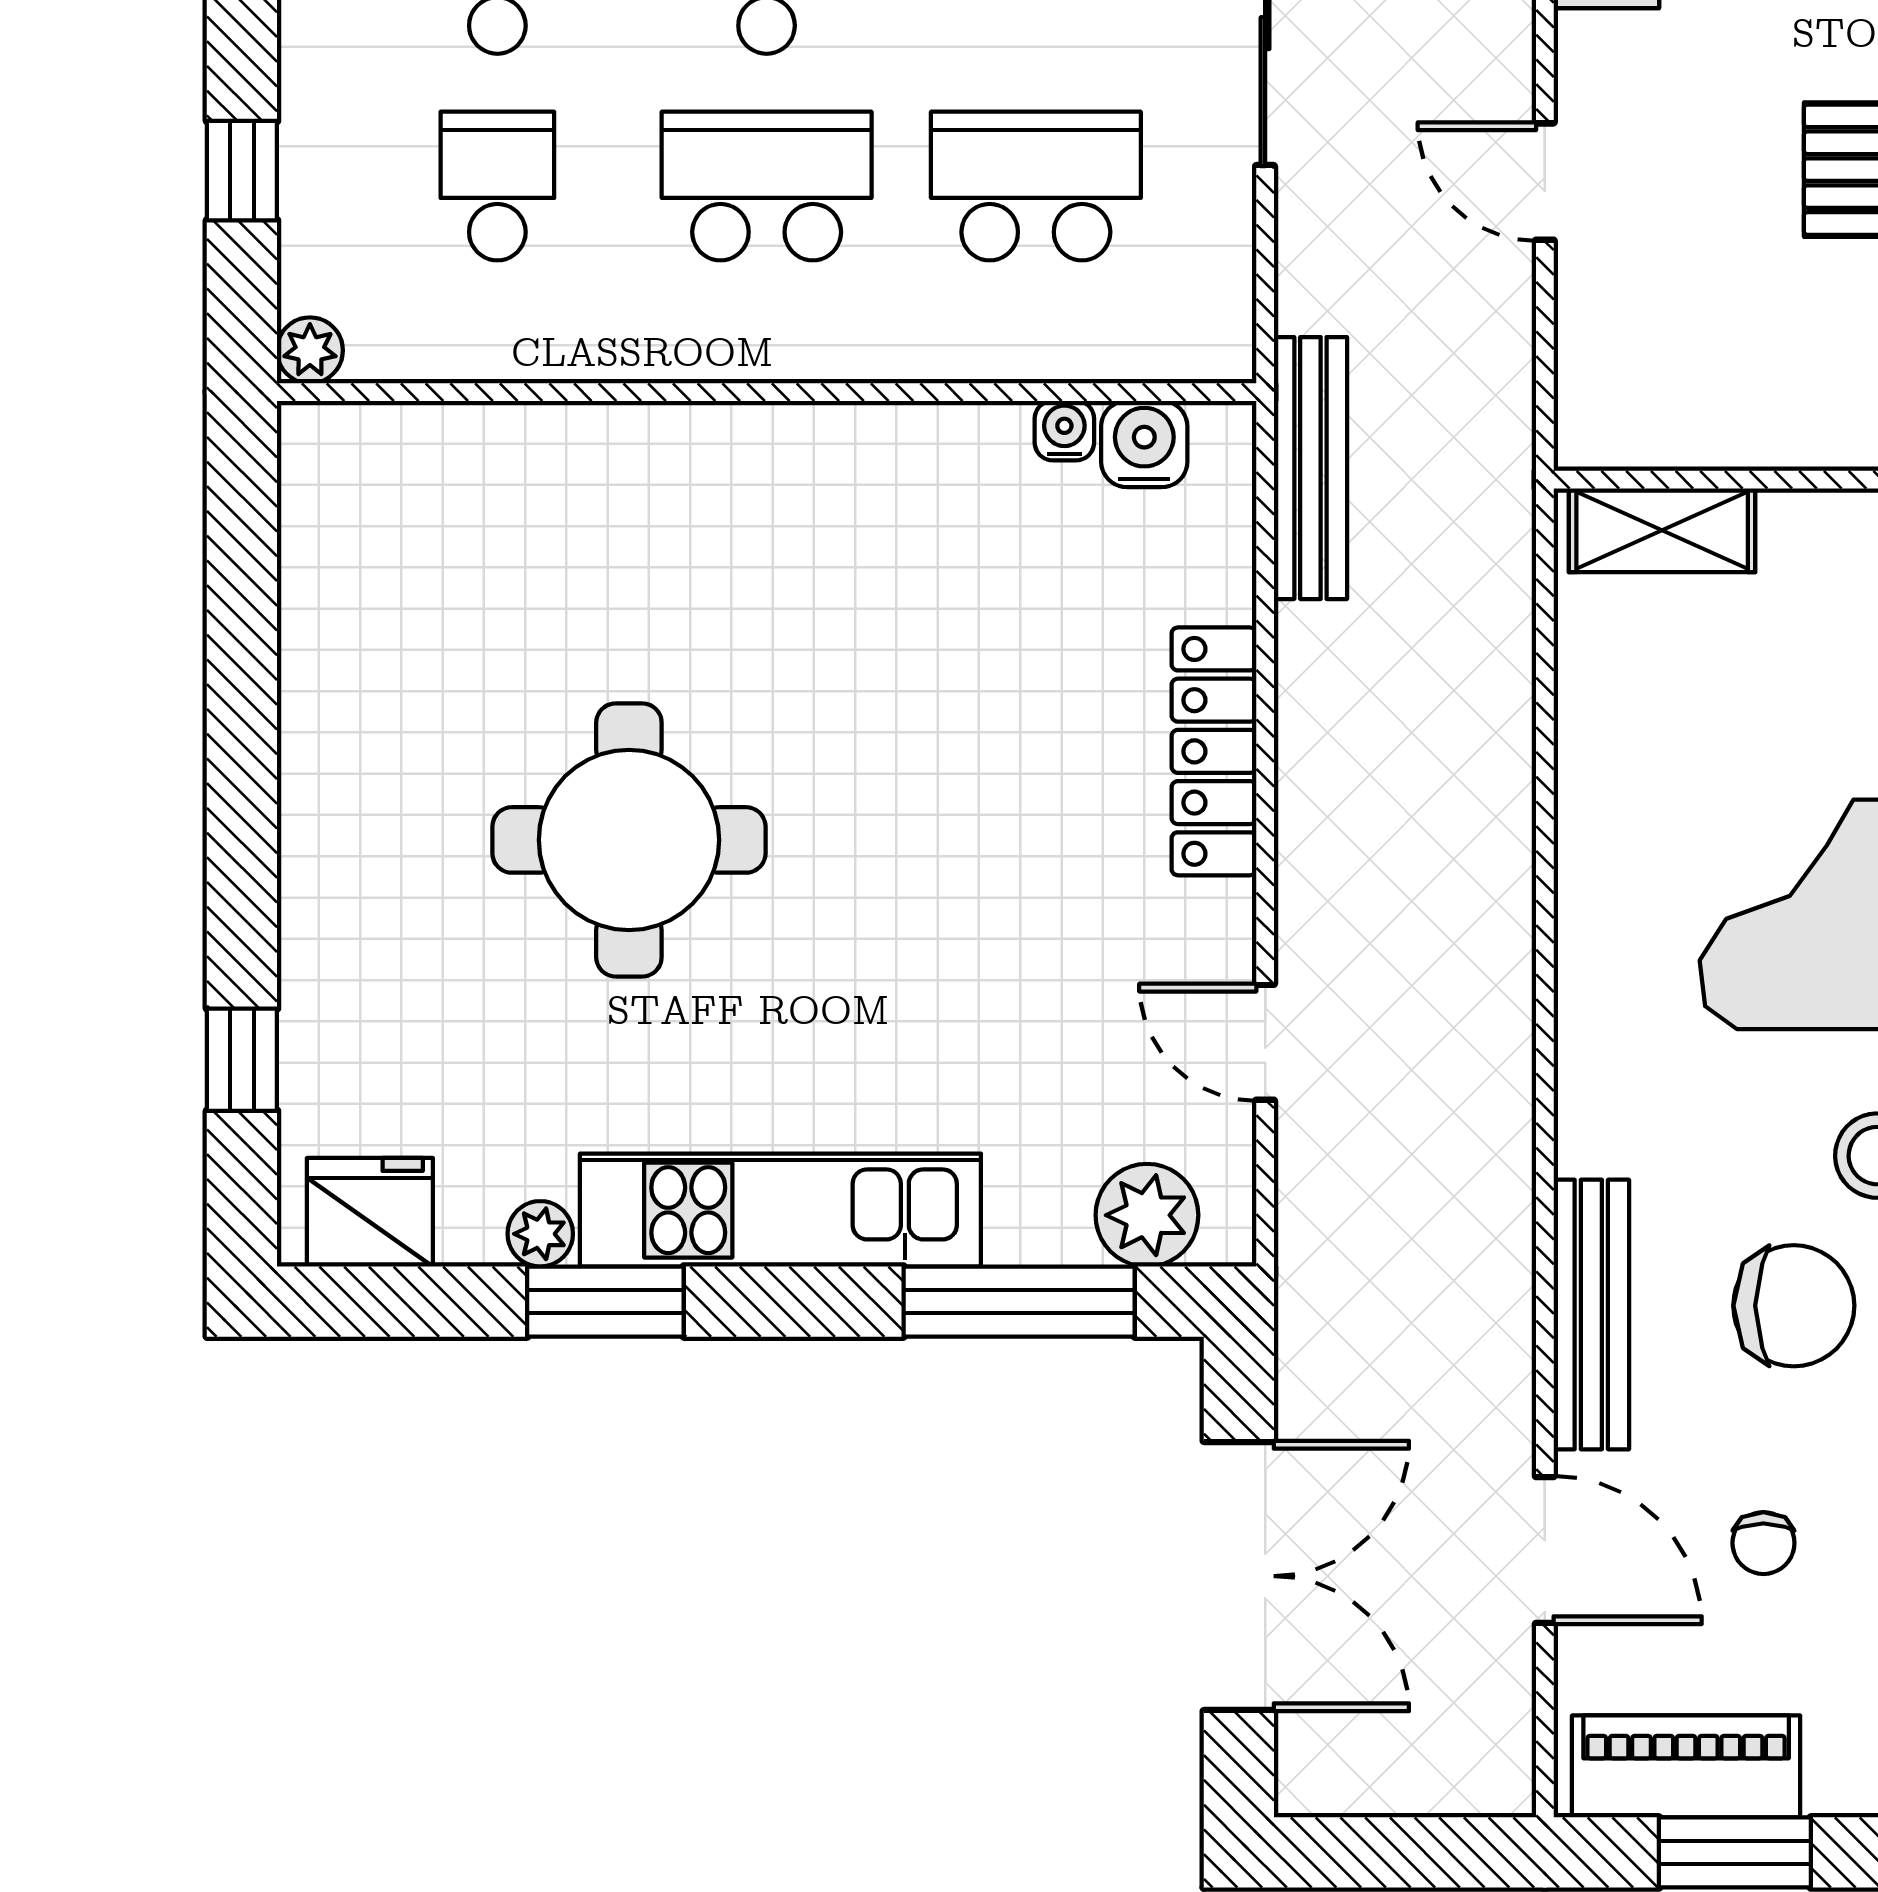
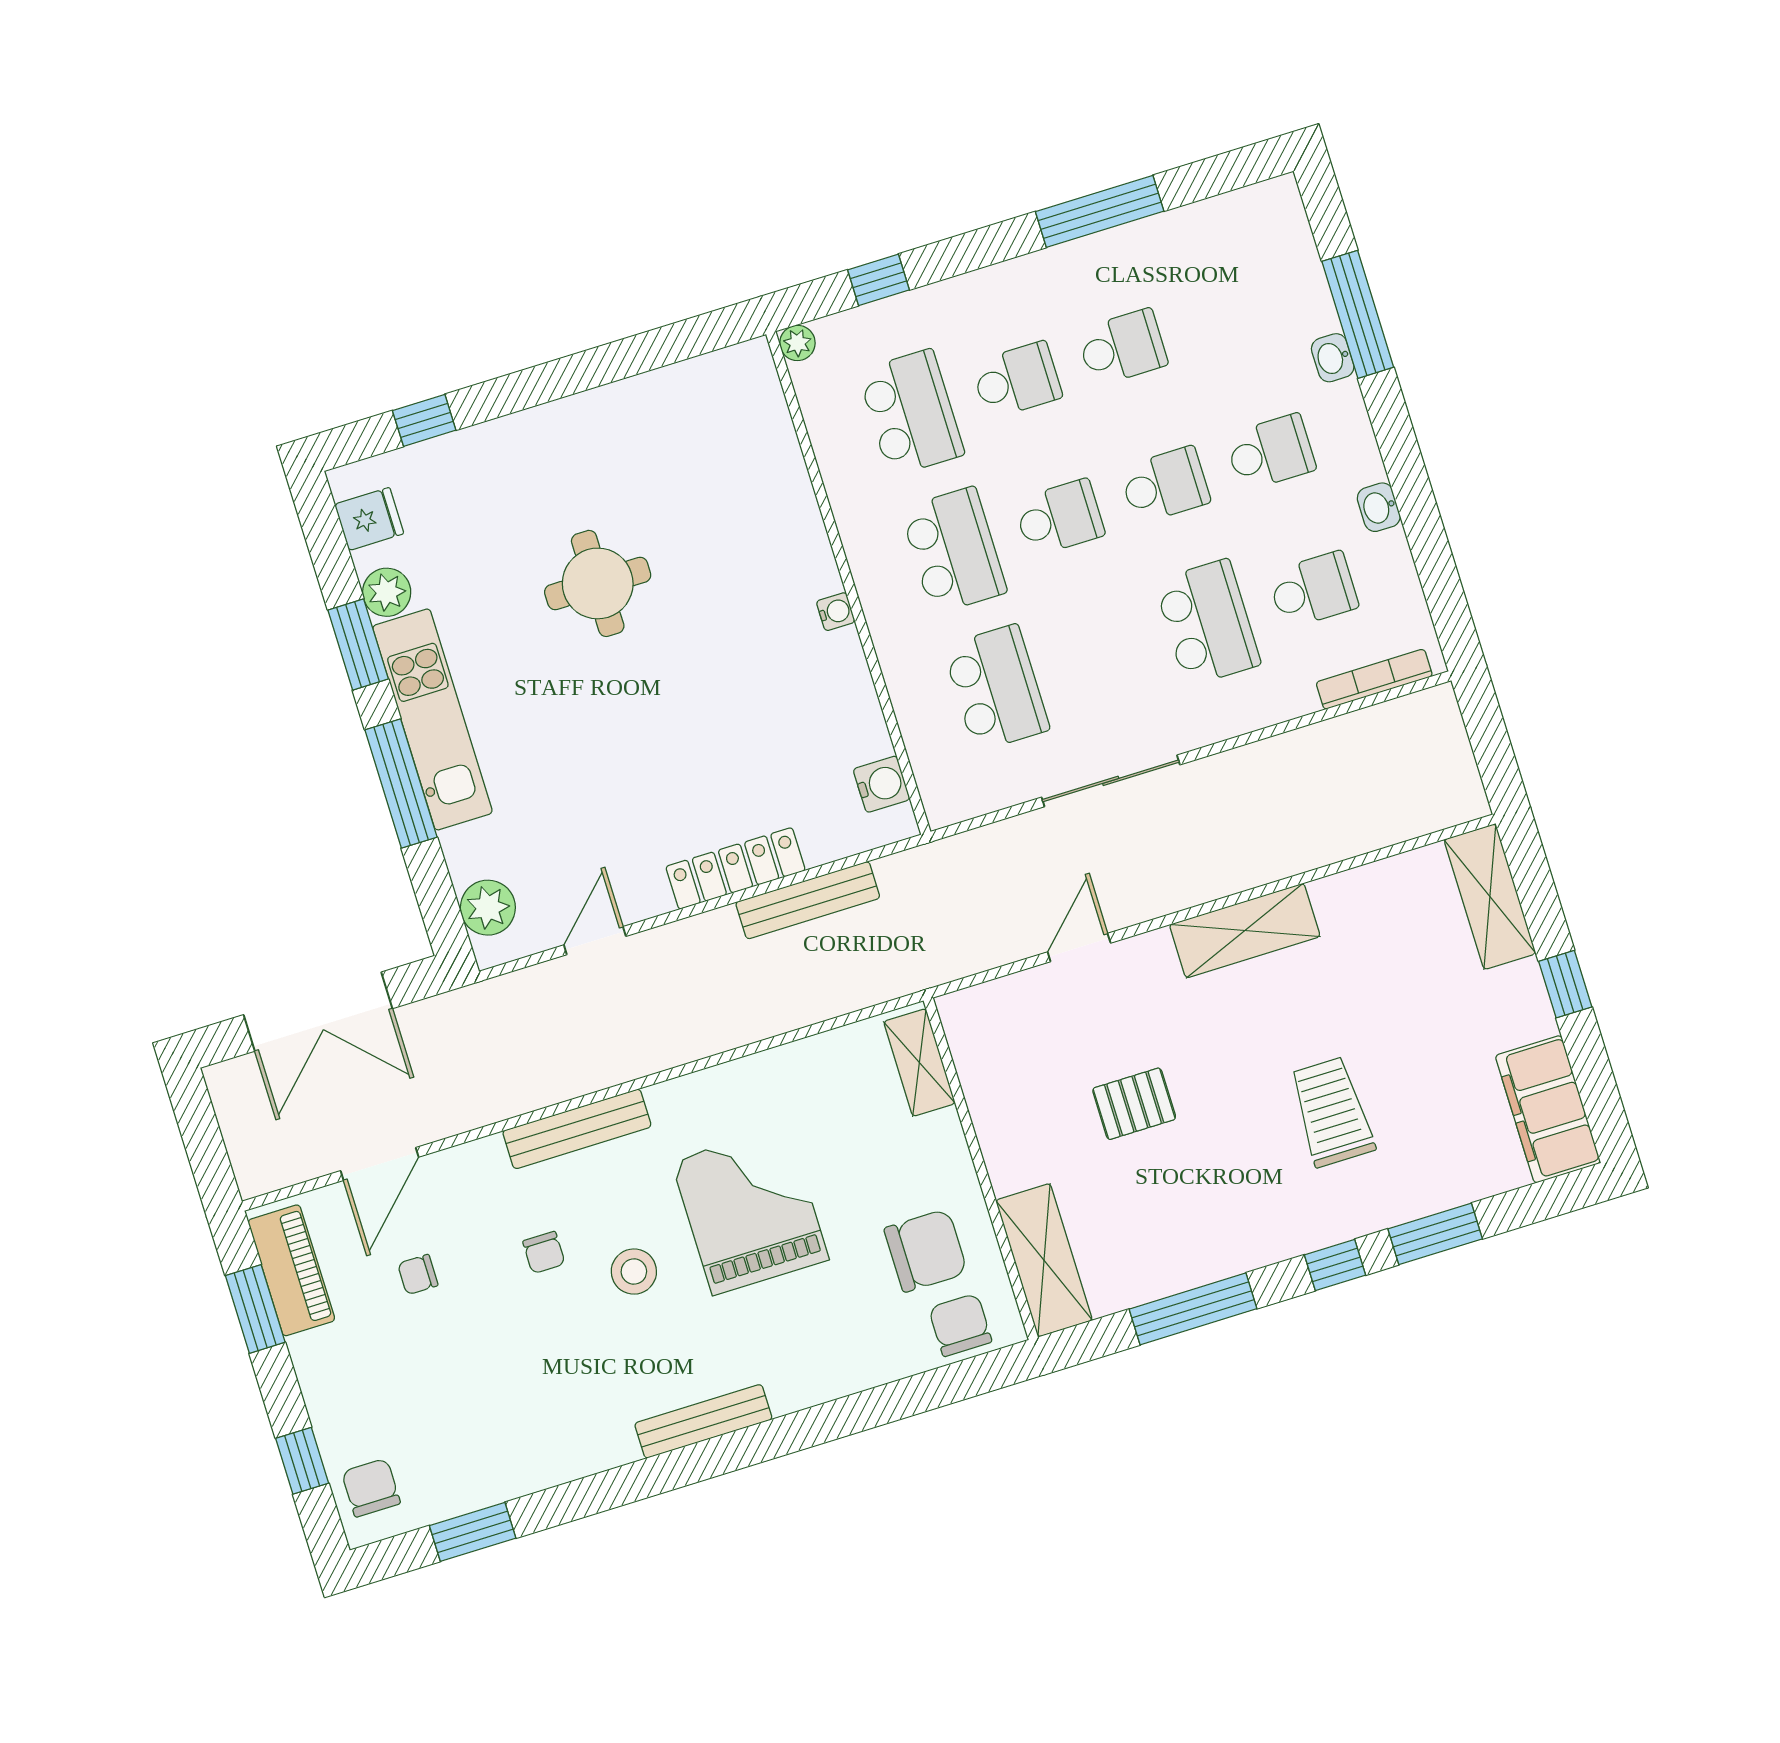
school desk: (497, 186) -> (911, 413), width x1.85
water cooler: (1064, 431) -> (836, 612), moved
bench: (1310, 468) -> (808, 900), moved
round table: (629, 840) -> (598, 583), width x0.73, depth x0.73
fridge: (370, 1212) -> (369, 519), width x0.72
plant: (540, 1234) -> (387, 592), width x1.38, depth x1.38
window: (1019, 1302) -> (401, 784), moved
chair: (1794, 1306) -> (544, 1253), width x0.54, depth x0.54
bench: (1591, 1315) -> (577, 1129), moved

